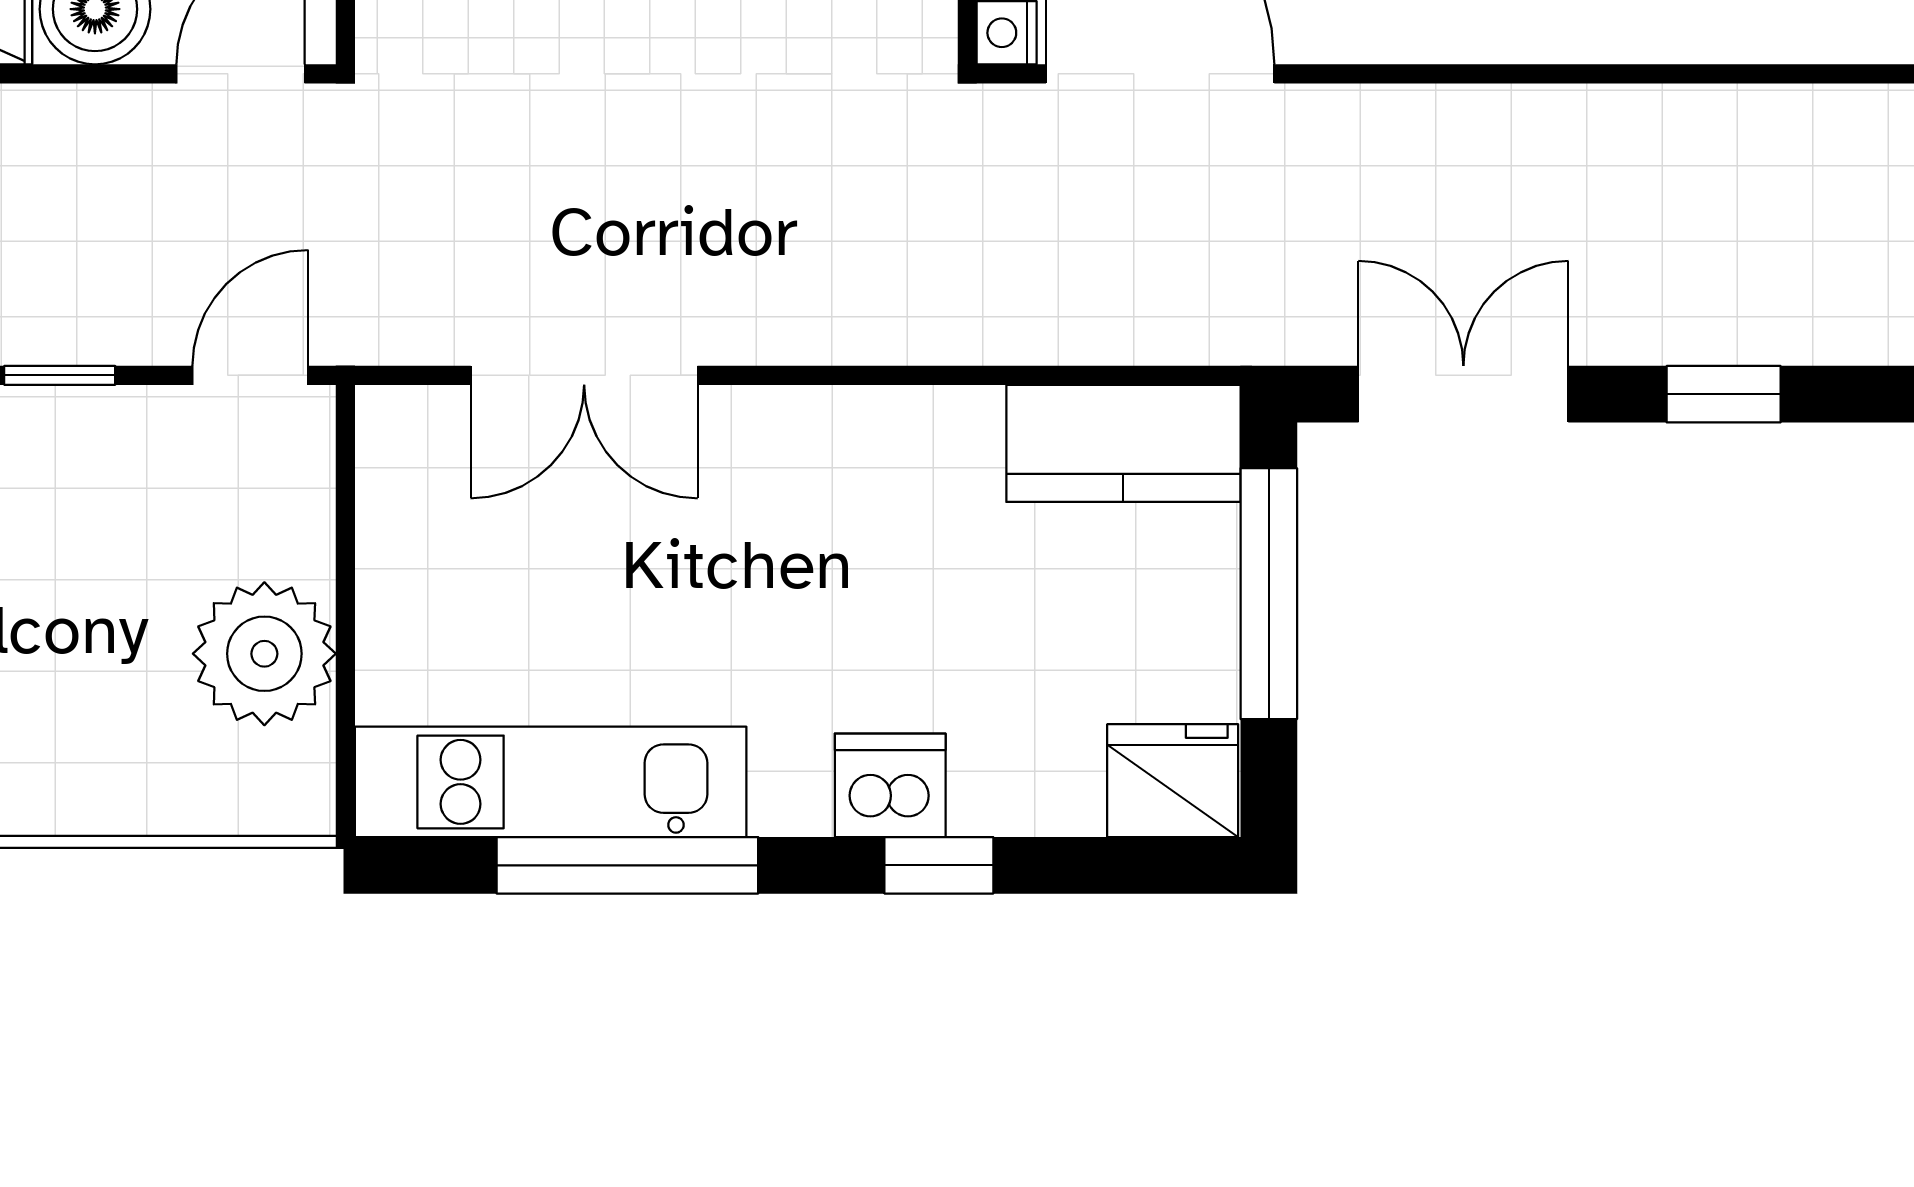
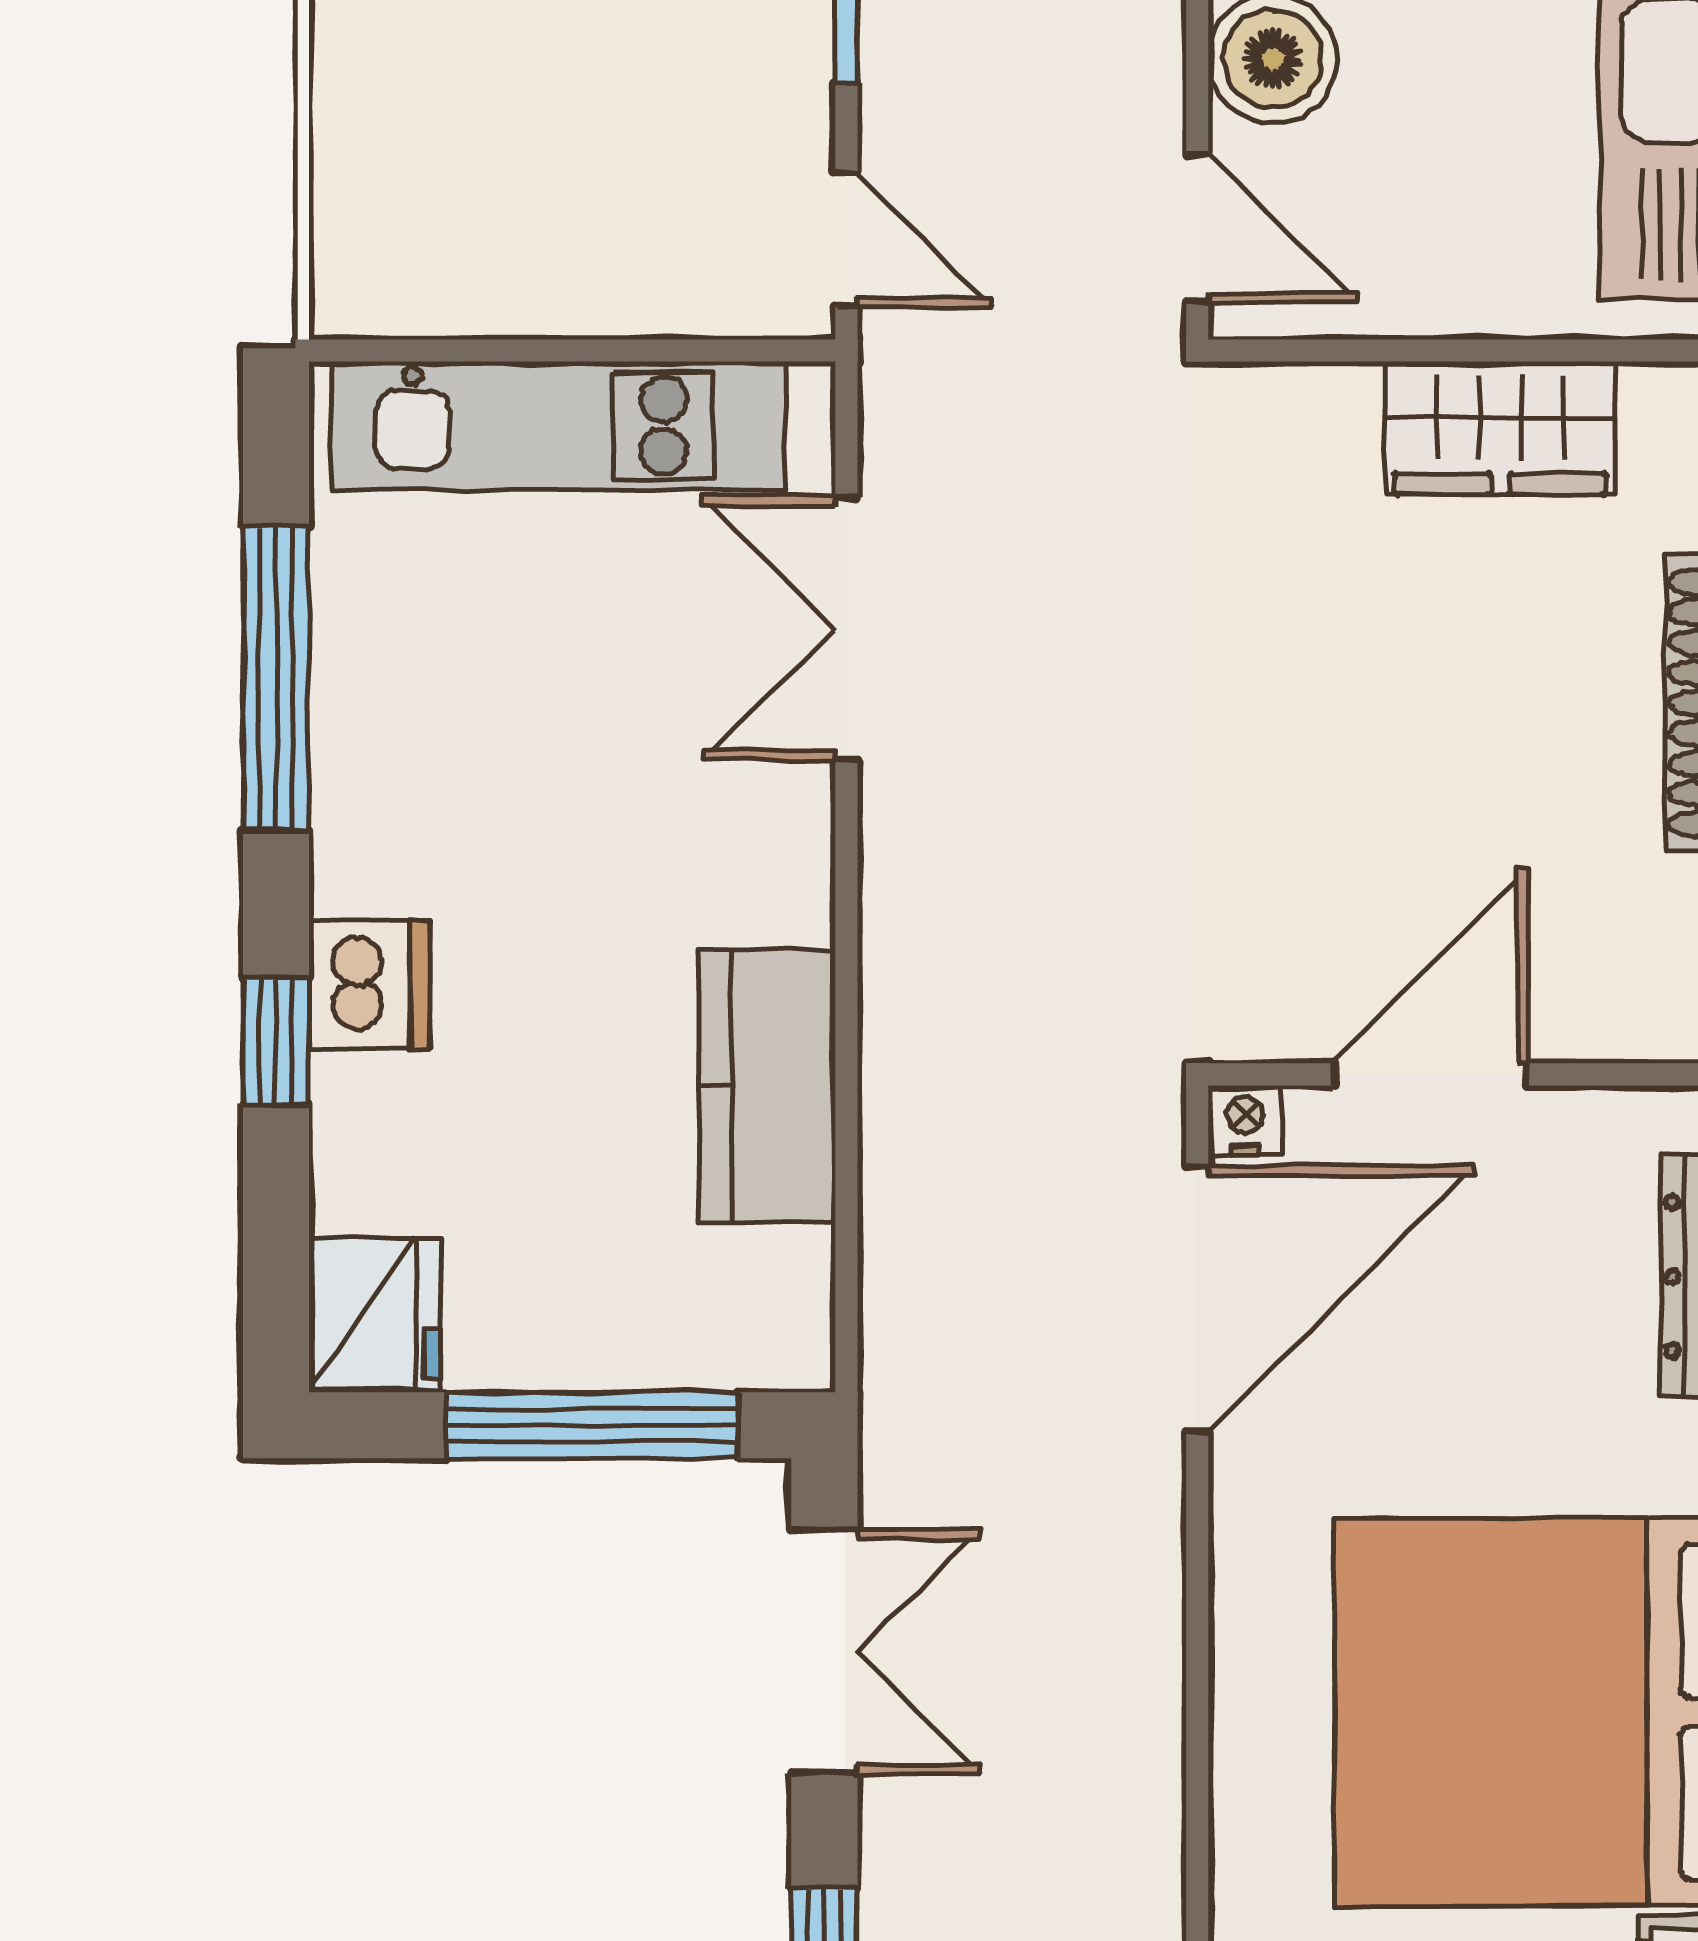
kitchen counter: (1123, 443) -> (767, 1086), moved
plant: (264, 654) -> (522, 256), removed
kitchen unit: (551, 782) -> (559, 426), moved, turned 90

